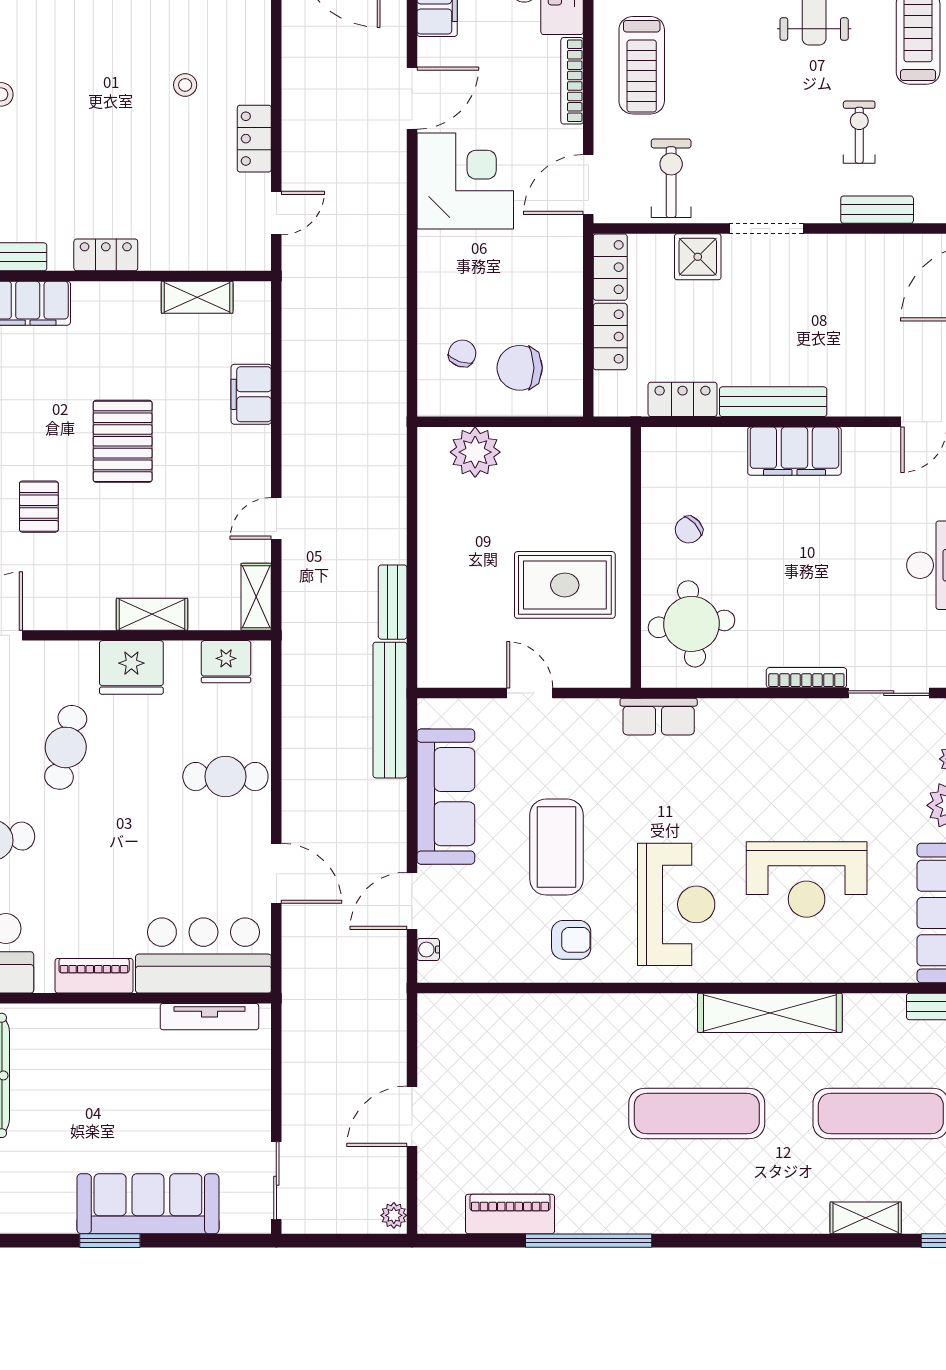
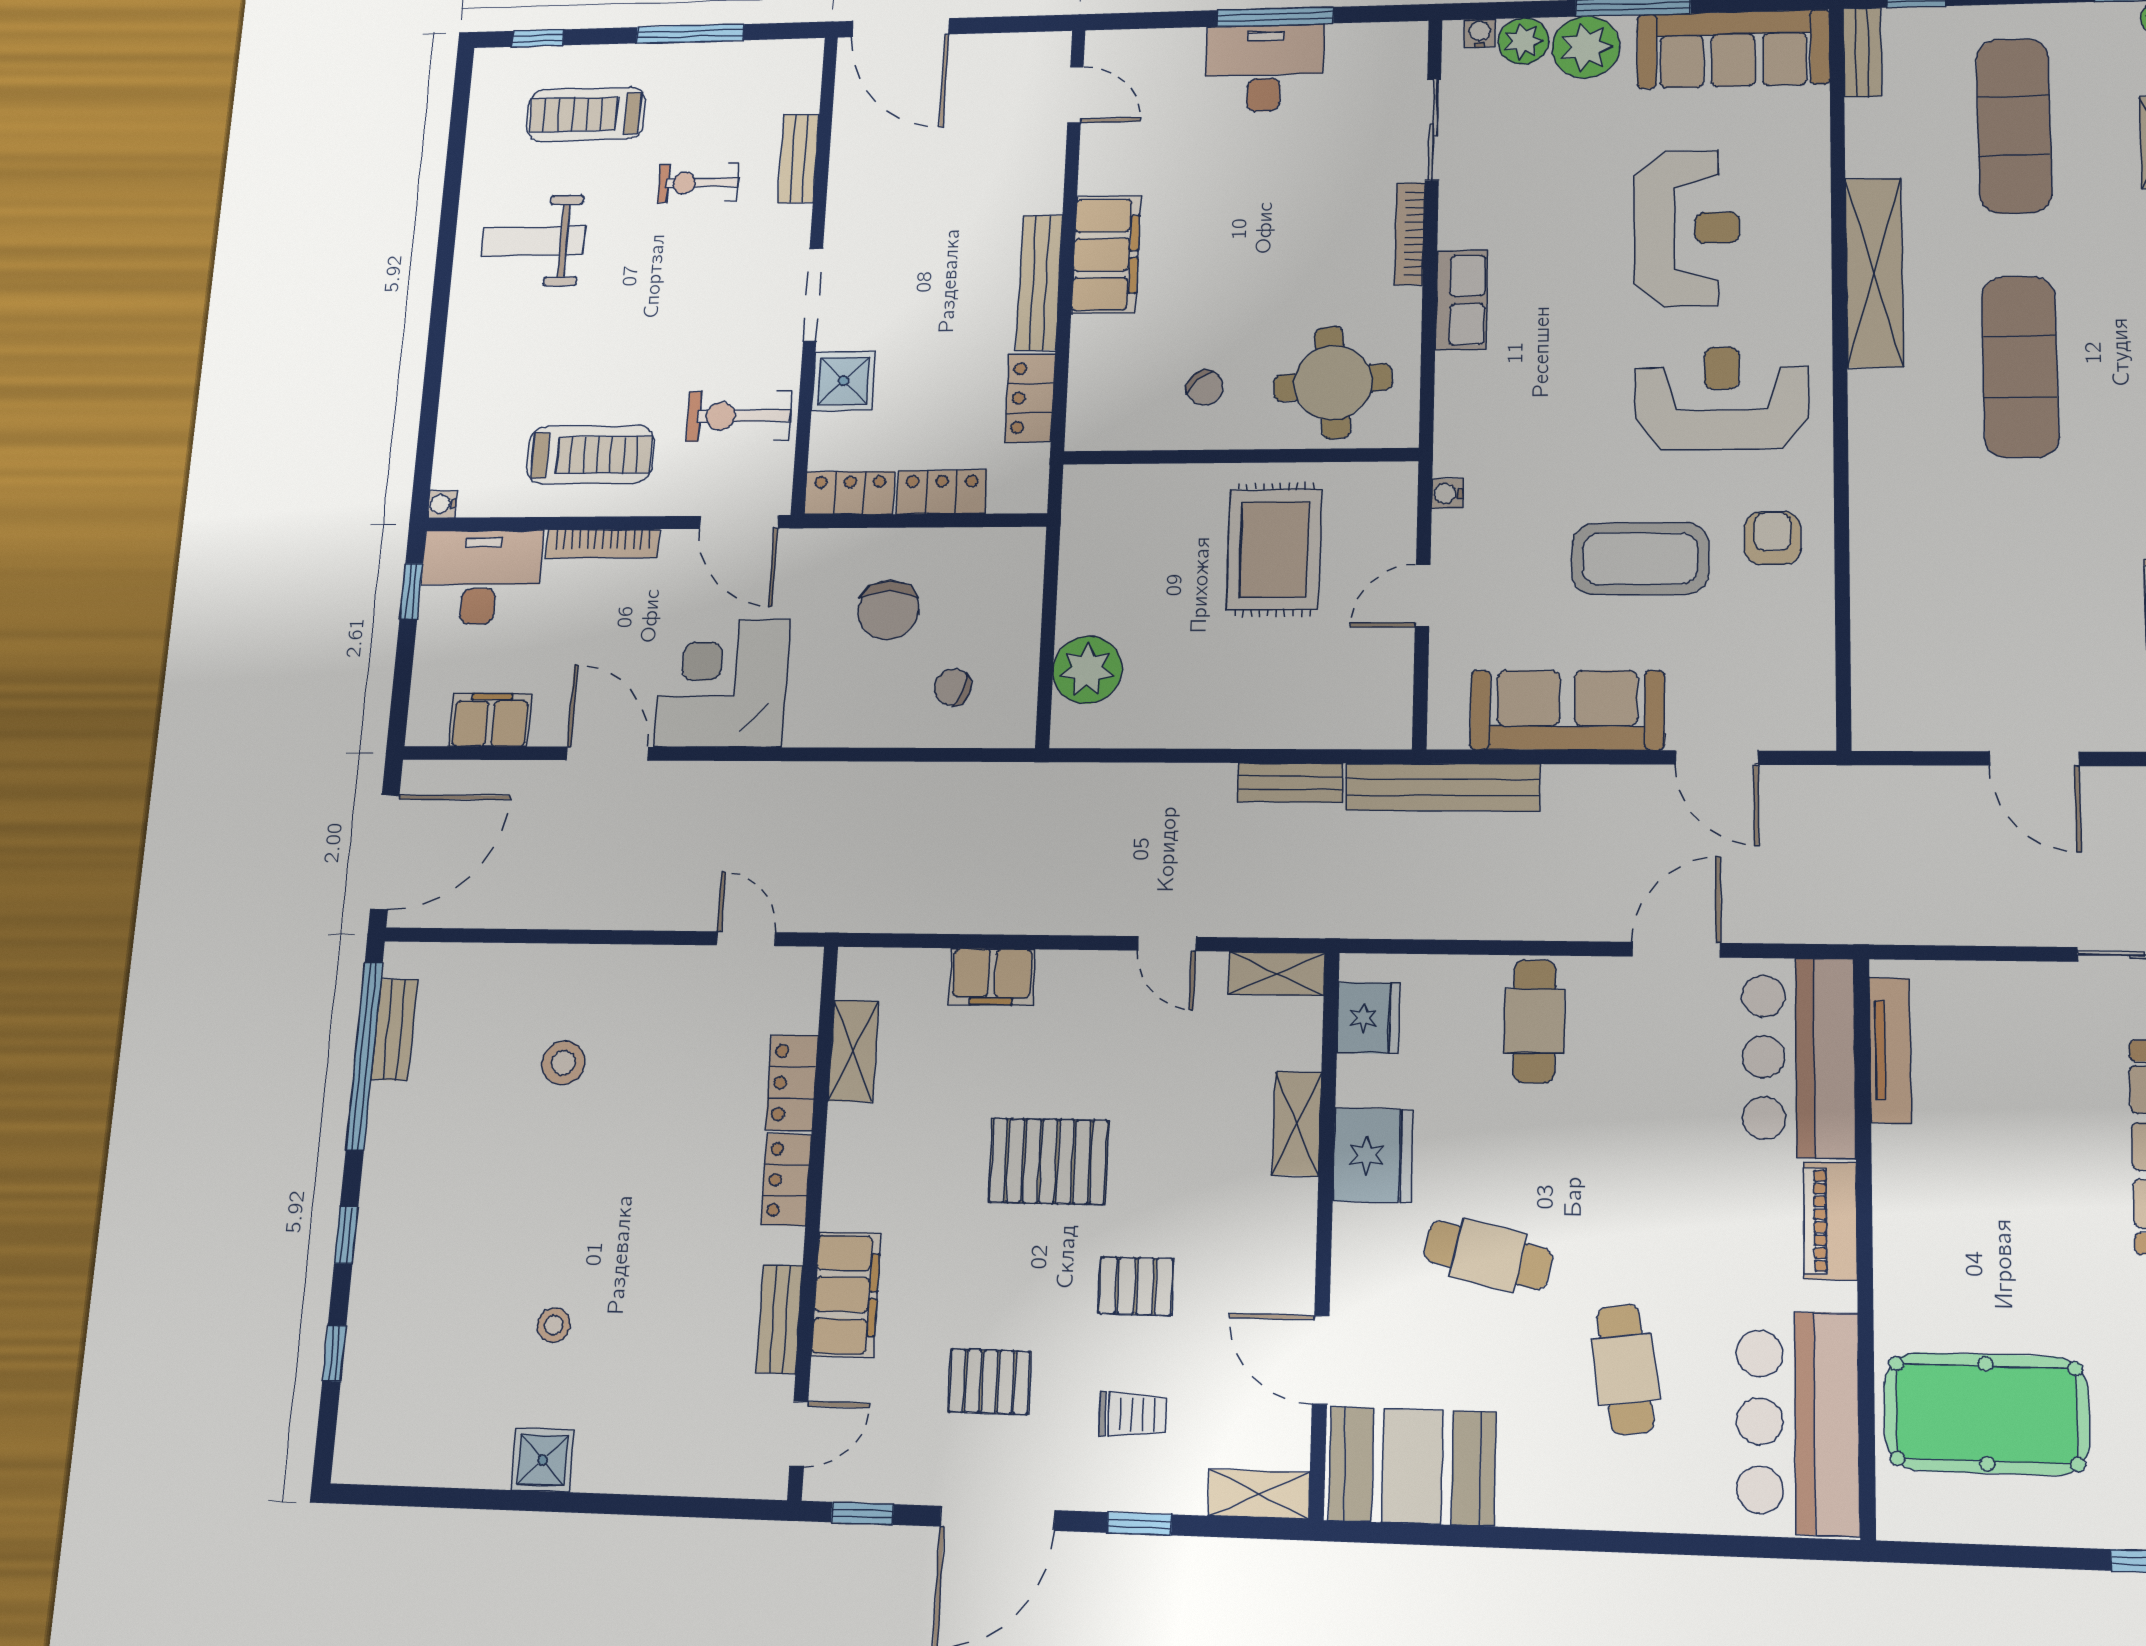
stool: (185, 85) -> (563, 1063), width x1.37, depth x1.37
locker: (254, 139) -> (792, 1083), moved, turned 90
chair: (520, 368) -> (888, 610), moved
row of seats: (659, 717) -> (1461, 300), moved
water cooler: (428, 950) -> (1447, 493), moved, turned 90

